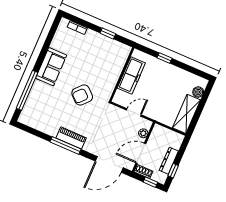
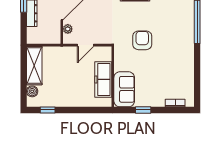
window: (165, 58) -> (48, 110), moved
sofa: (51, 67) -> (124, 89), moved, turned 180
armchair: (82, 95) -> (142, 40), turned -42

